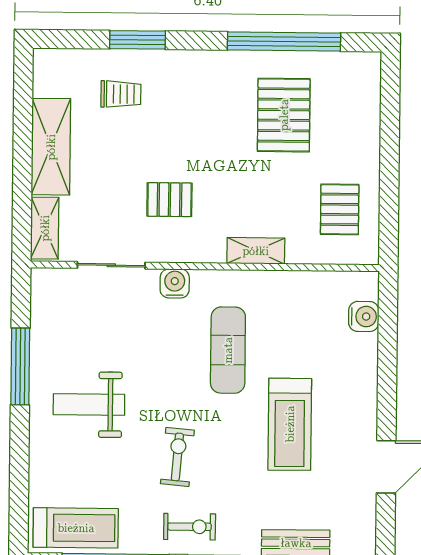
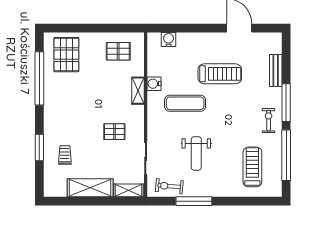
pallet: (284, 115) -> (66, 55), moved, turned 90
pallet: (169, 200) -> (114, 132), turned 90
water cooler: (175, 283) -> (154, 84), moved
weight bench: (89, 405) -> (196, 153), moved
exercise bike: (177, 457) -> (169, 186), moved
treadmill: (76, 528) -> (252, 167), moved

